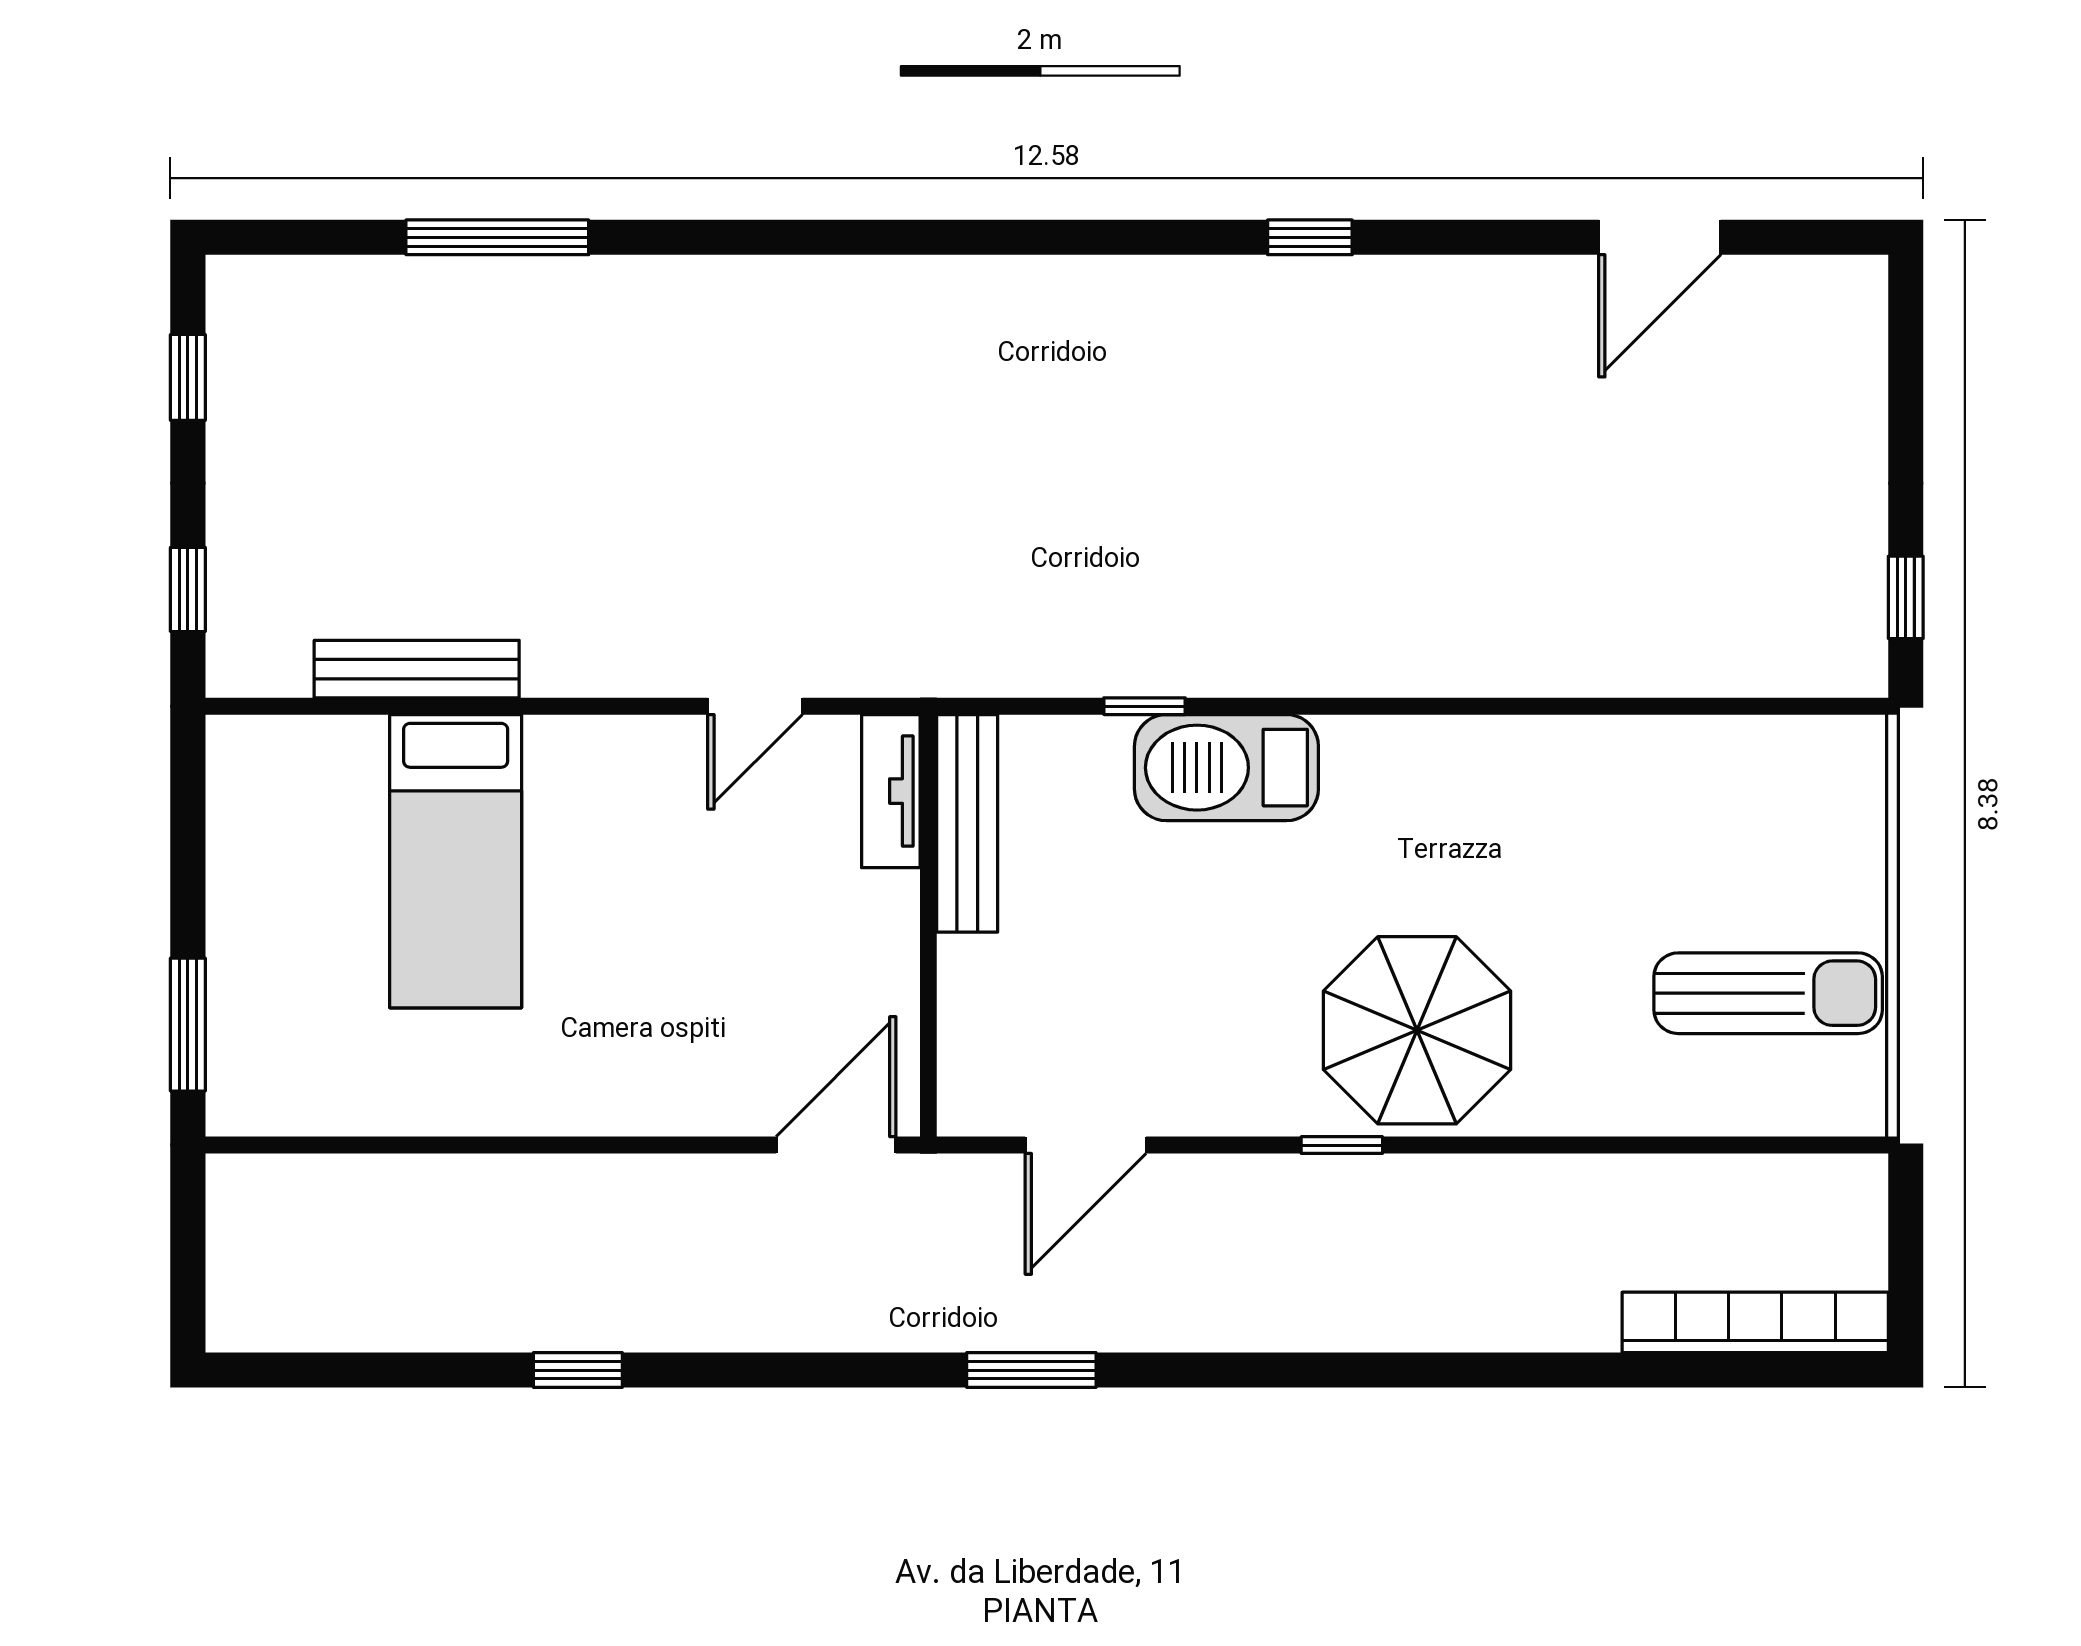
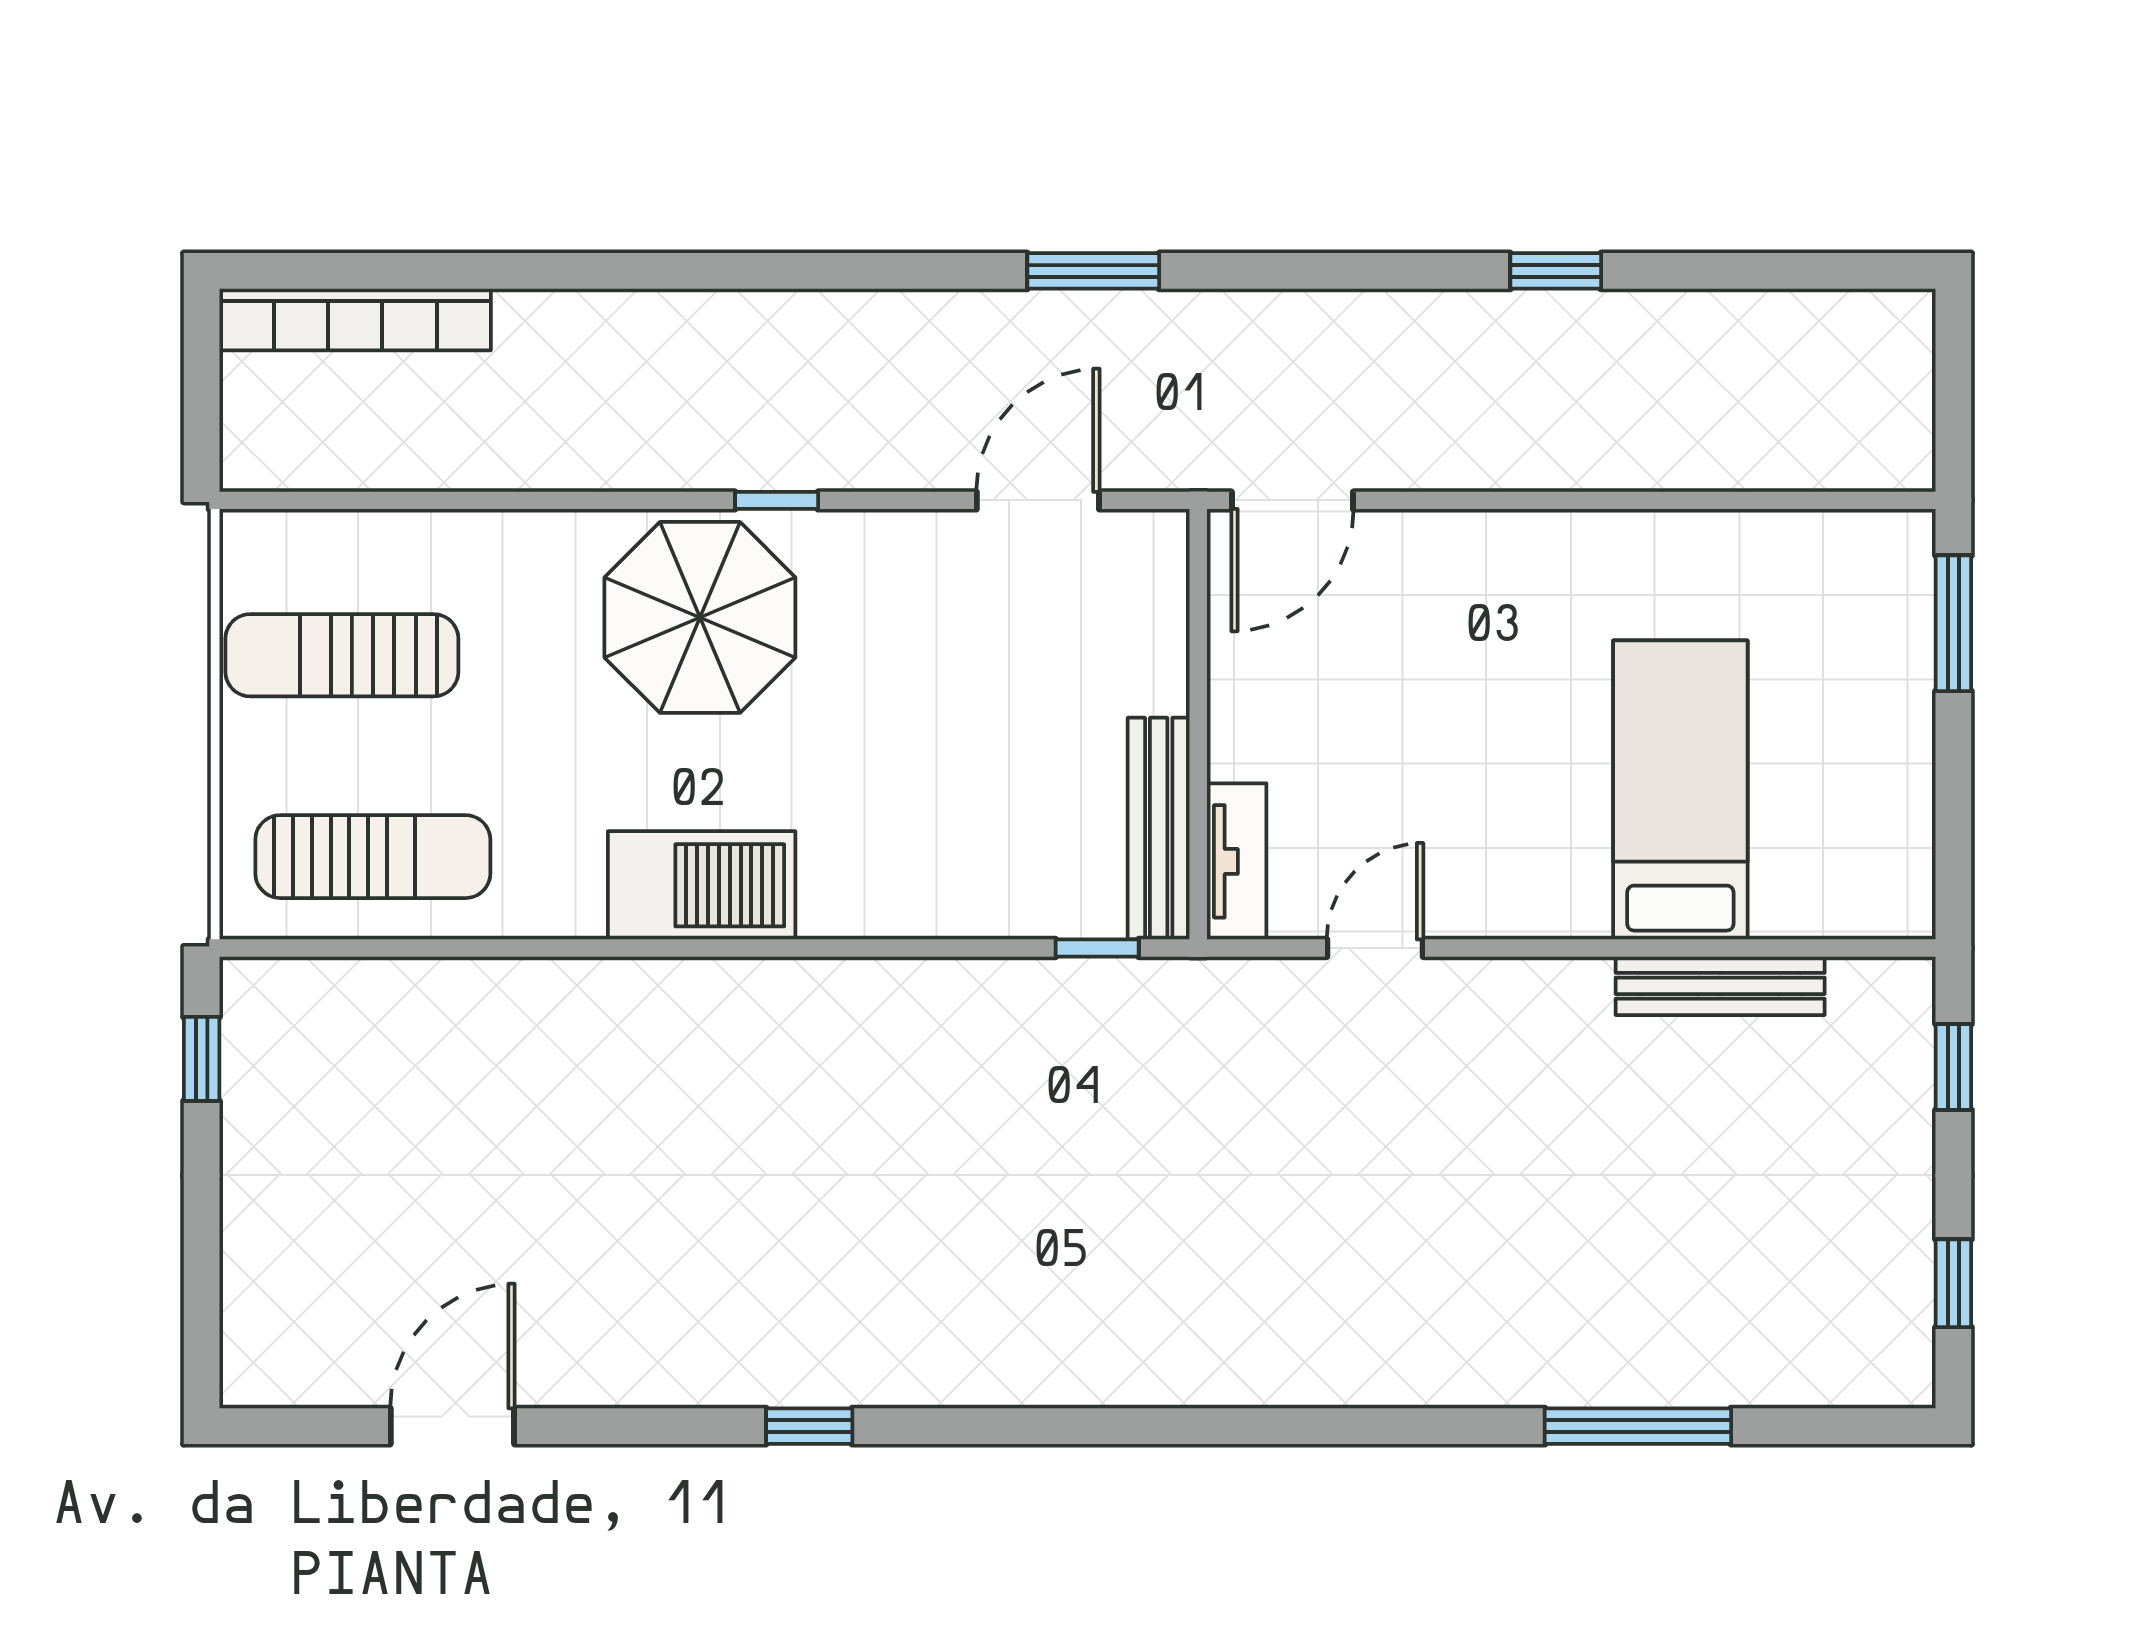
window: (1145, 706) -> (1097, 948), moved
barbecue: (1226, 768) -> (702, 885), moved
sun lounger: (1738, 796) -> (373, 857), added

